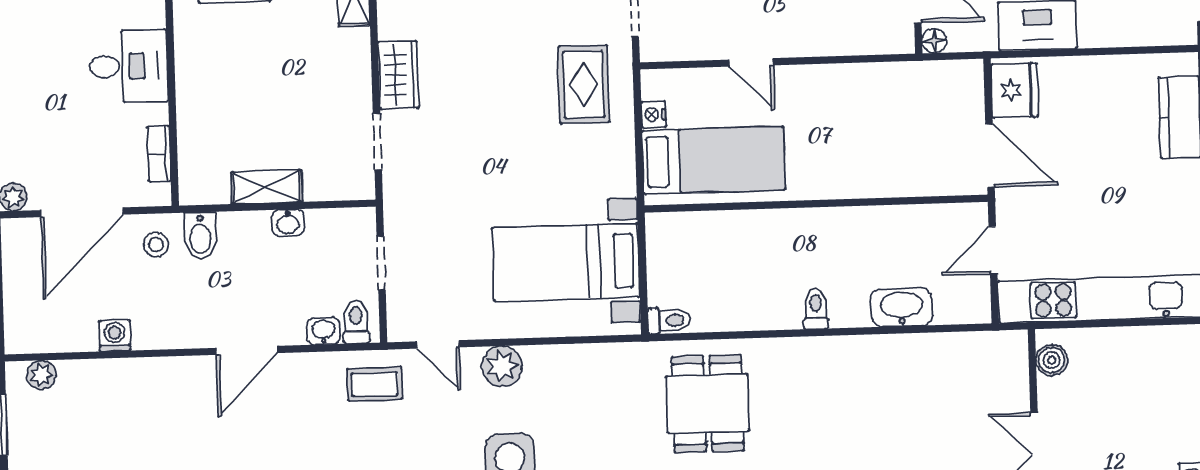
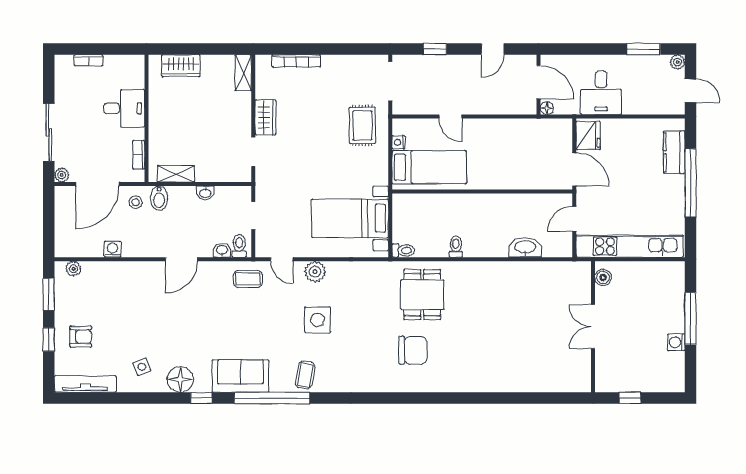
shelving: (267, 187) -> (176, 174), moved
toilet: (816, 309) -> (456, 247), moved

